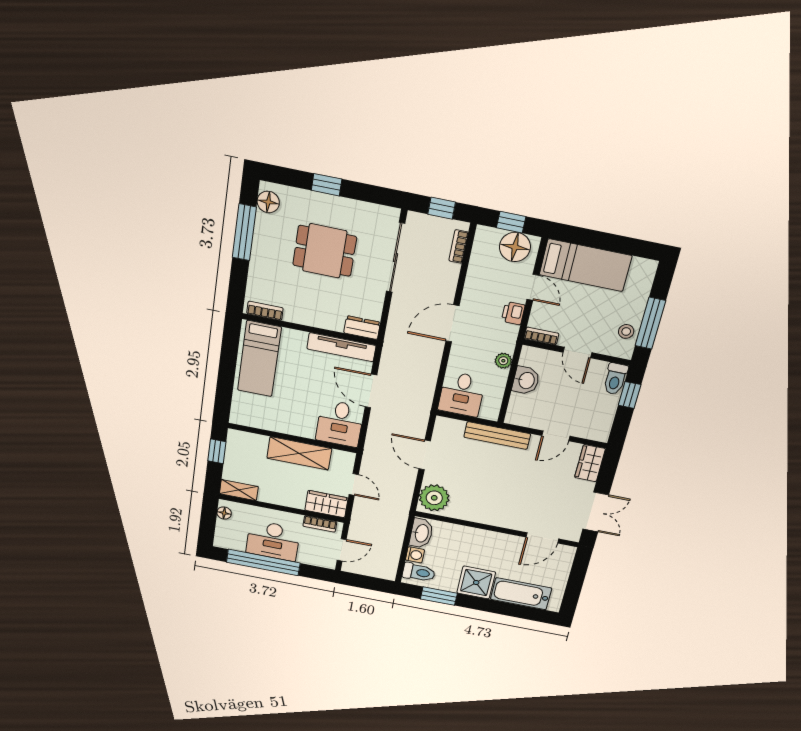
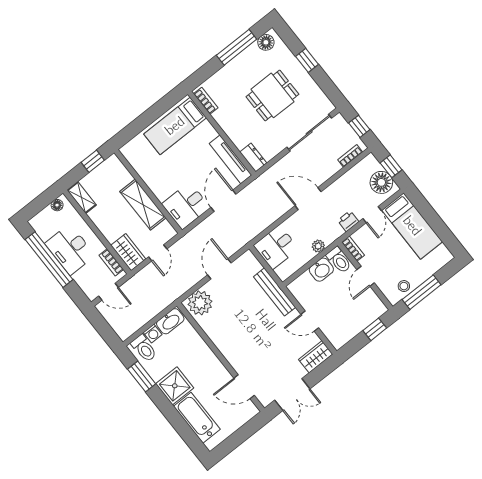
dining table: (325, 251) -> (272, 95), turned 90
toilet: (615, 379) -> (339, 260), moved, turned -90

